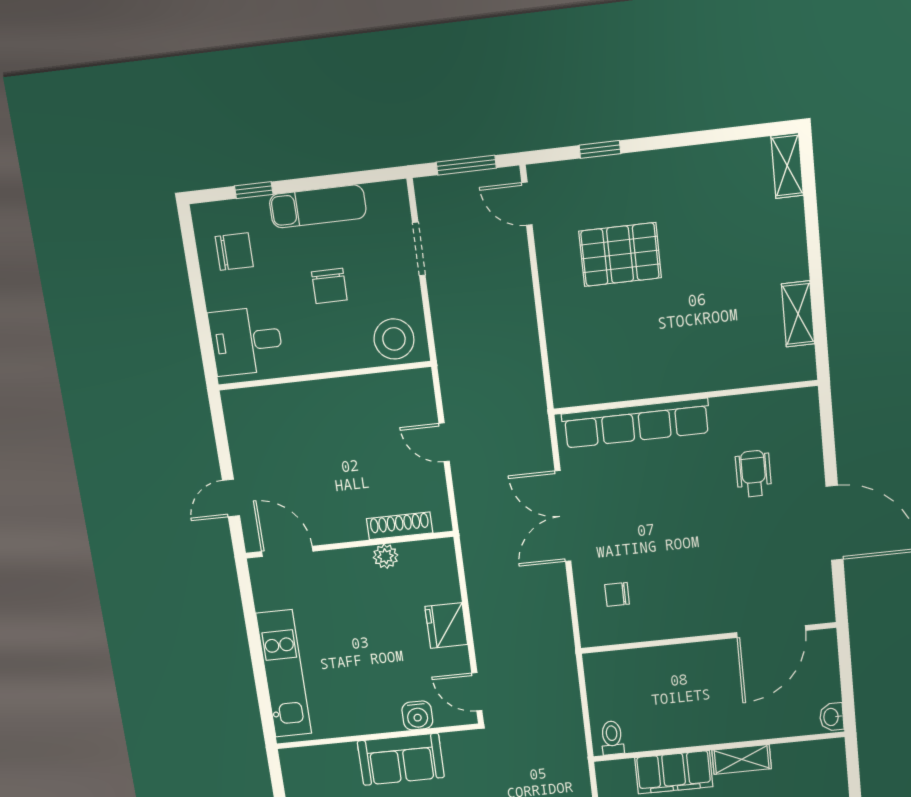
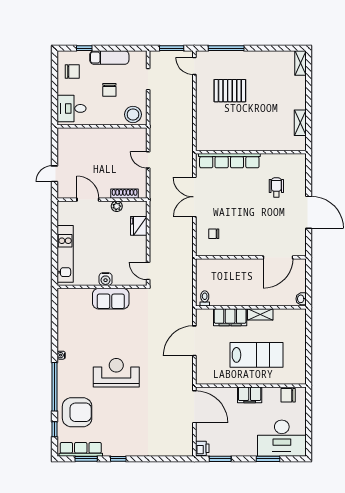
window: (600, 149) -> (226, 48), width x2.17
door: (287, 551) -> (88, 200), moved
fridge: (446, 626) -> (139, 226), moved
water cooler: (417, 715) -> (106, 279), moved

